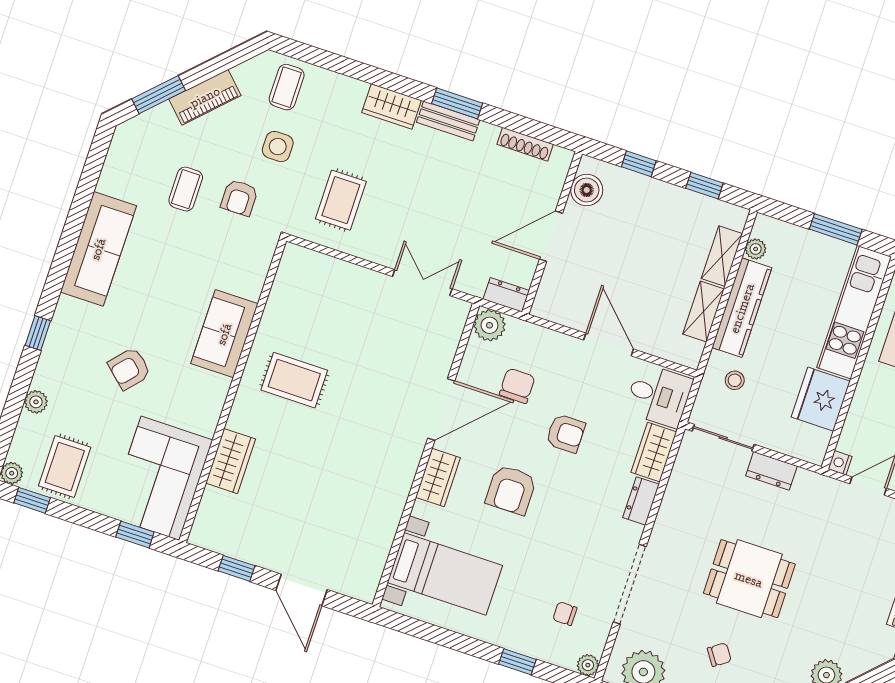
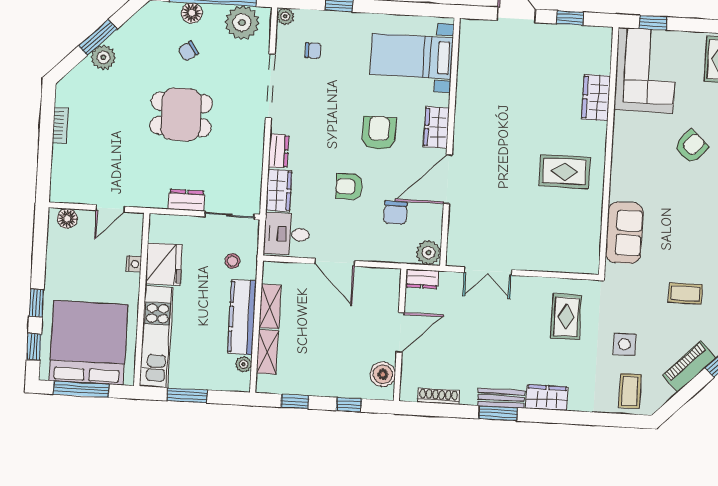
coffee table: (186, 189) -> (685, 293), turned 90
armchair: (239, 198) -> (643, 298), removed
sofa: (224, 334) -> (624, 233), moved
nightstand: (840, 463) -> (134, 264), moved

